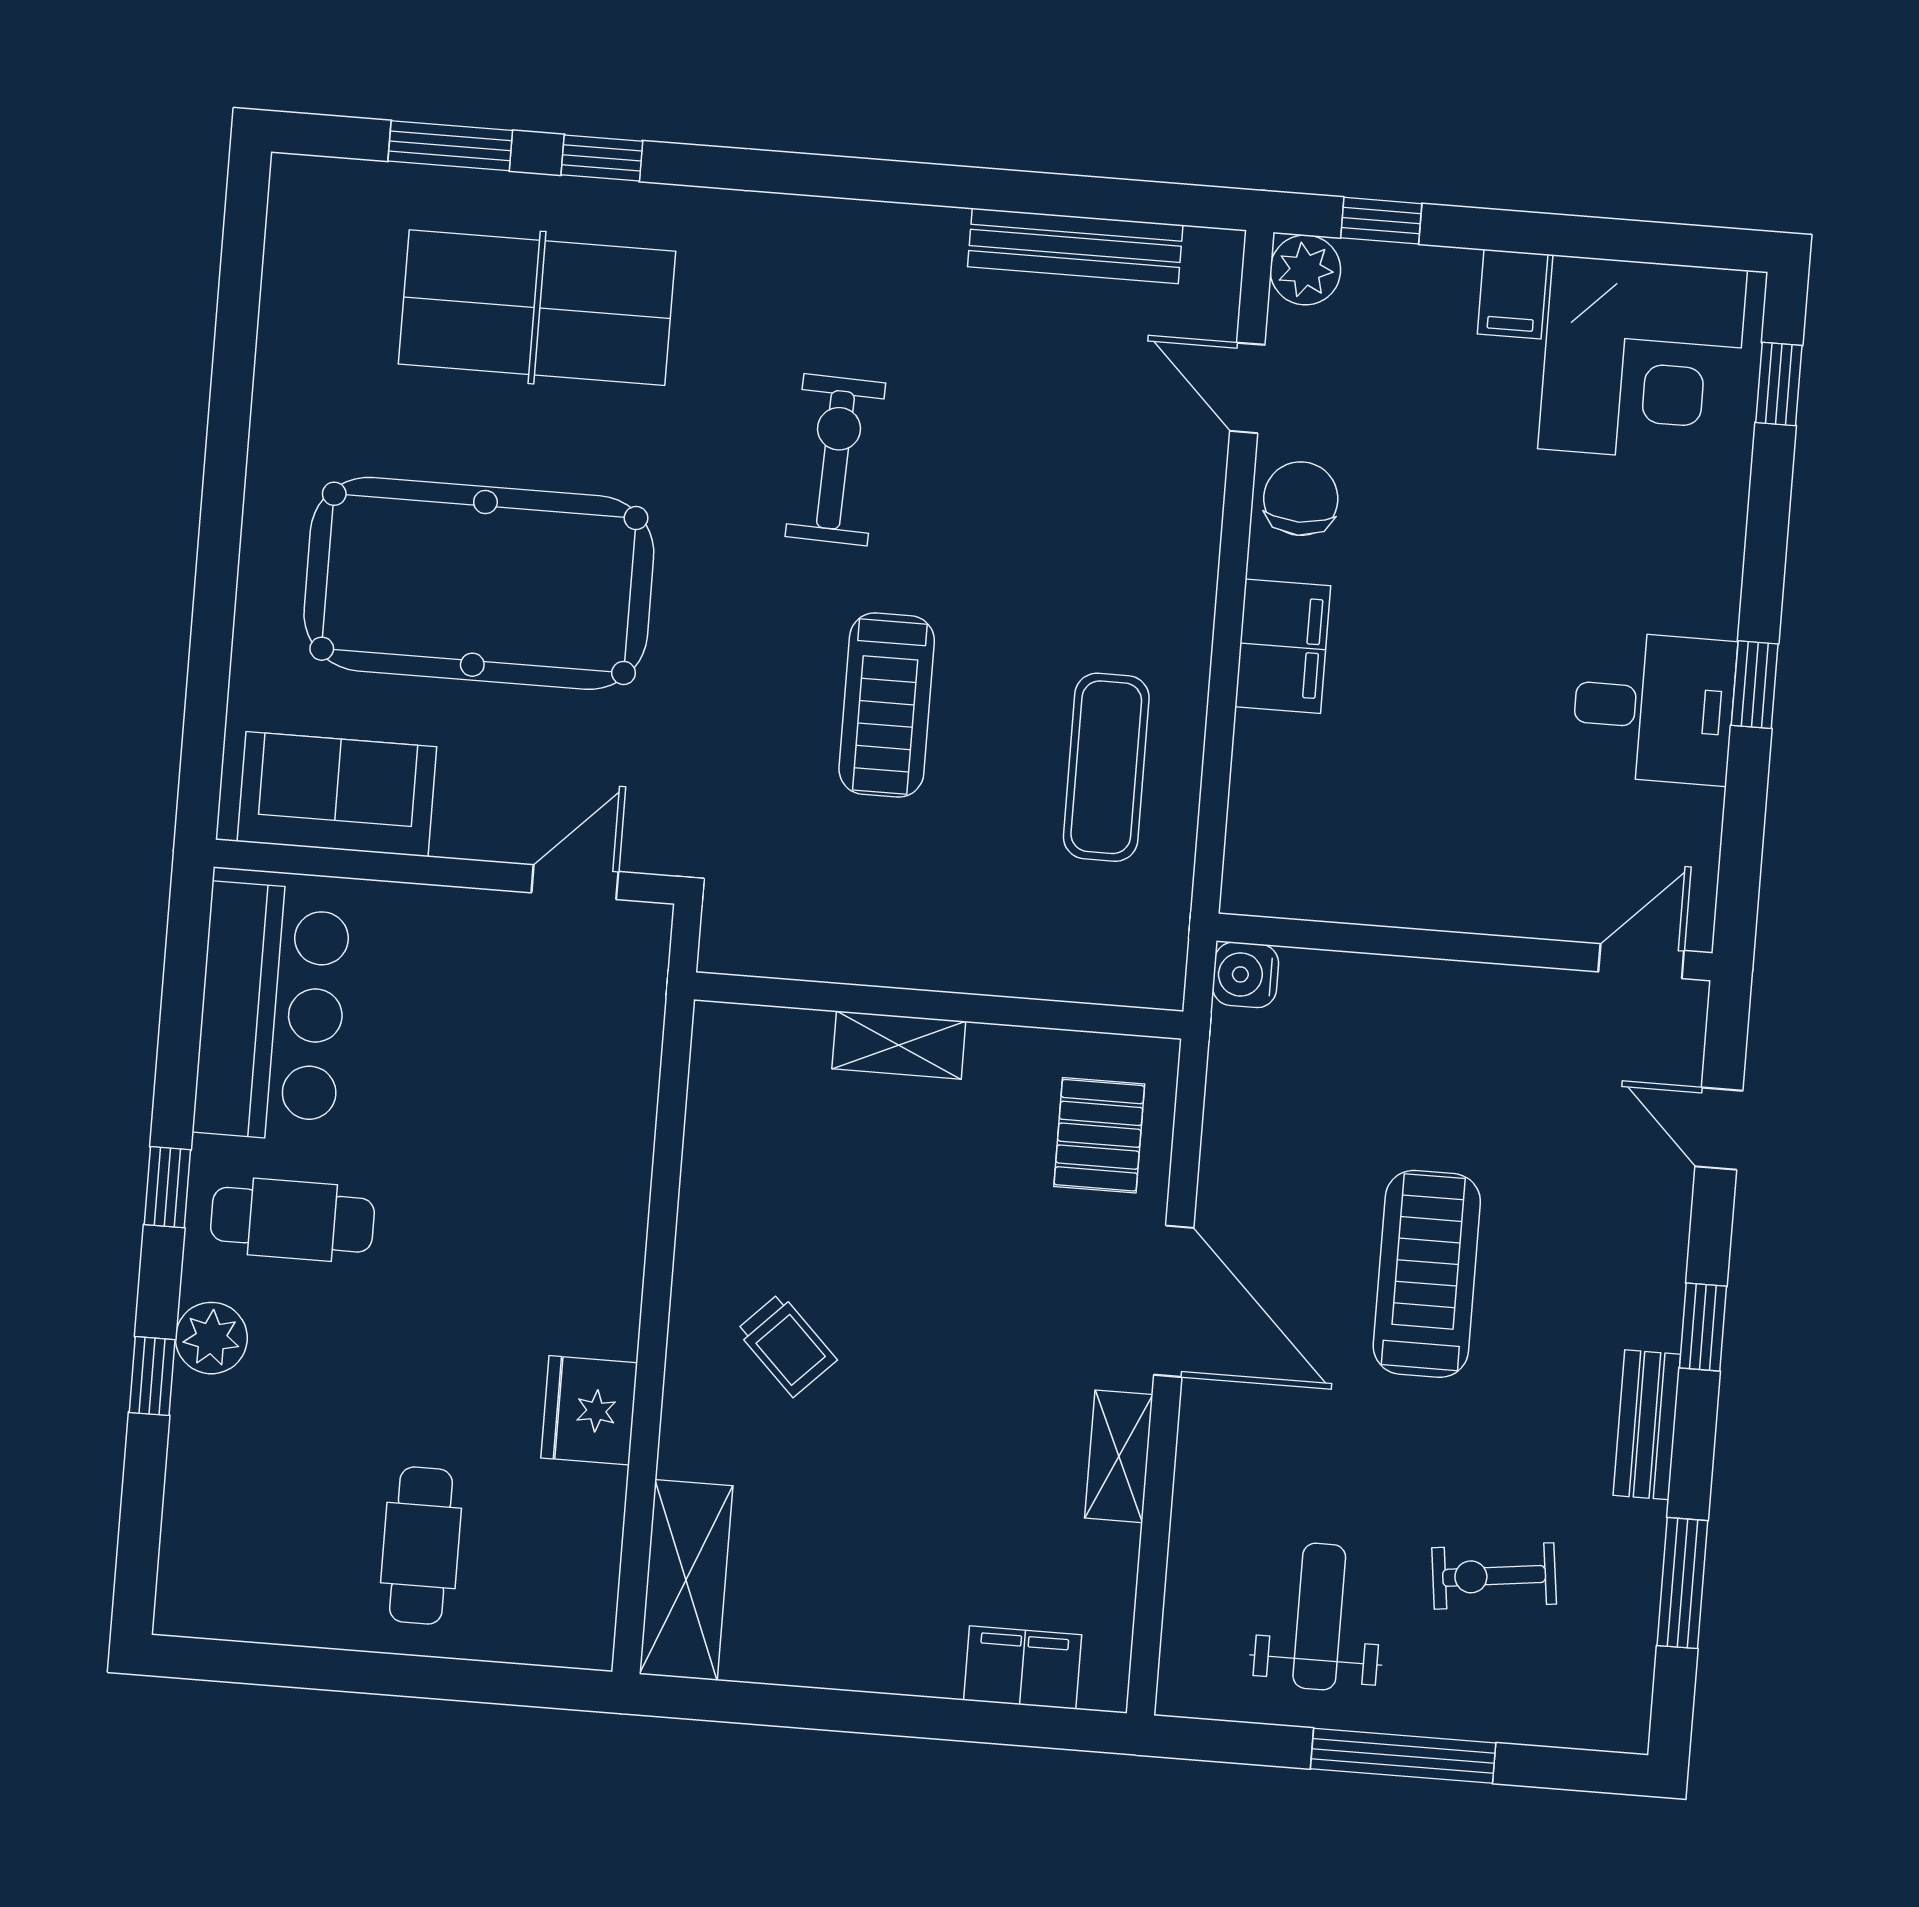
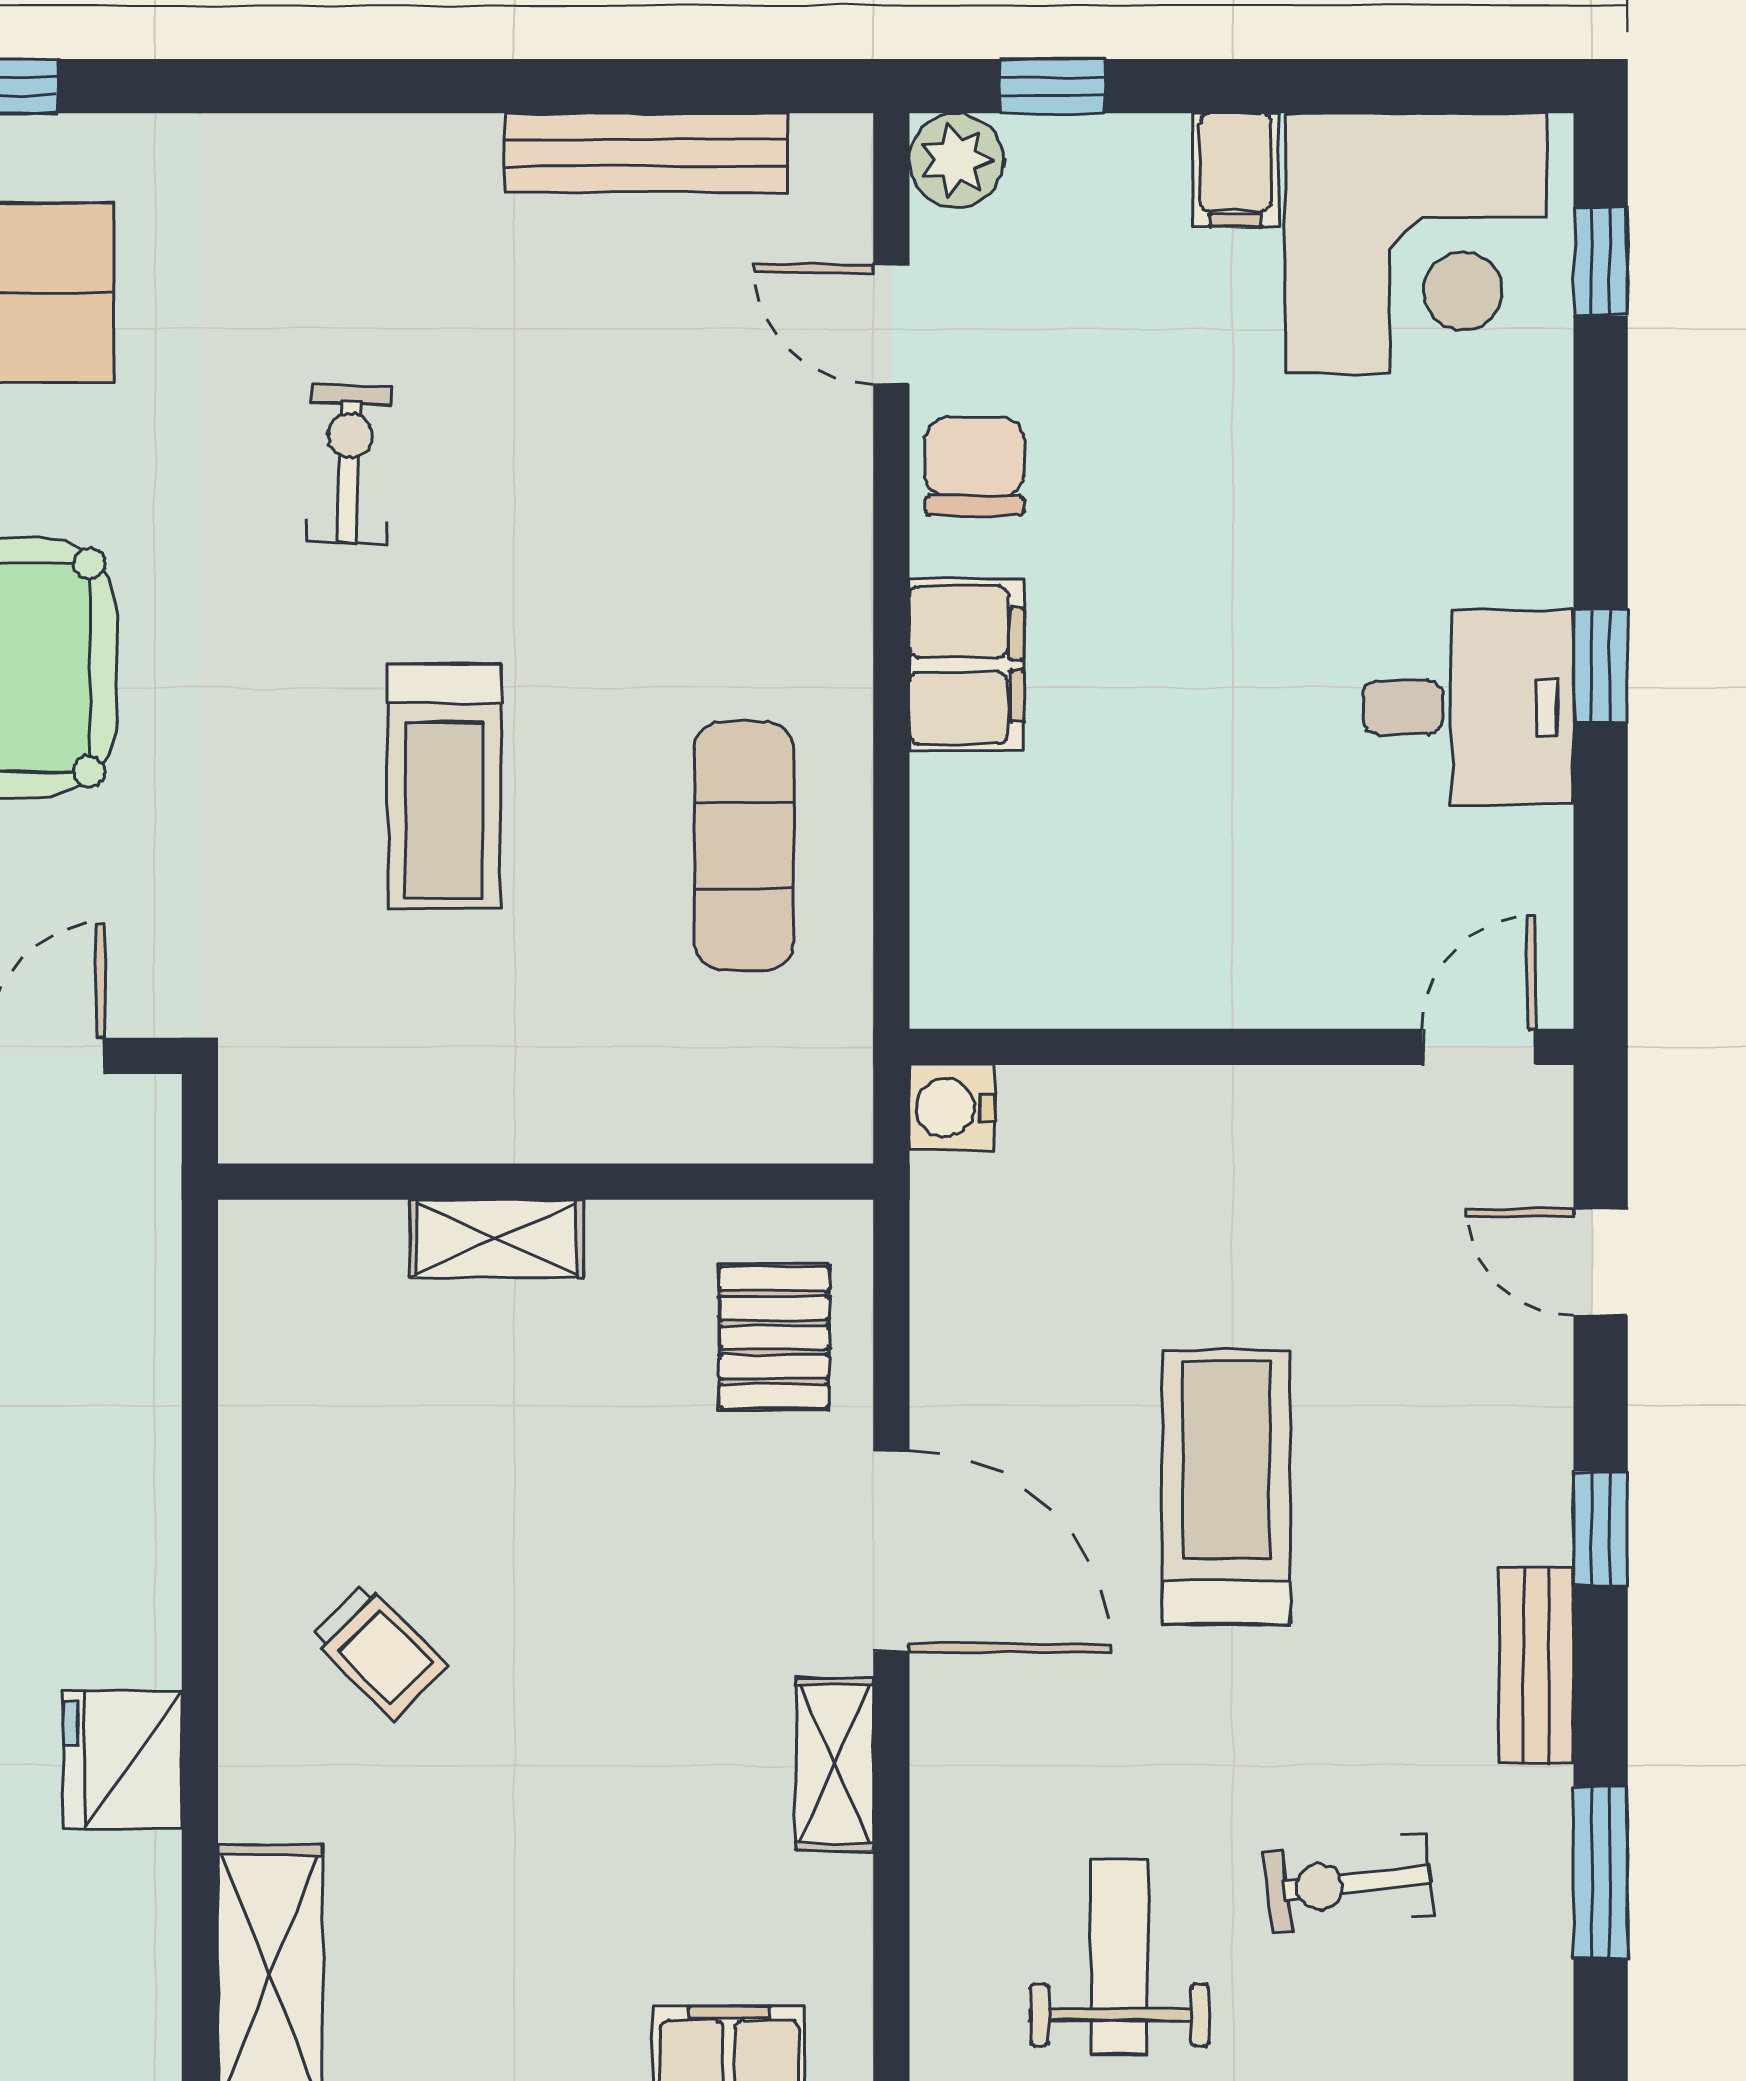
exercise bike: (835, 460) -> (349, 464), width x0.73, depth x0.72

